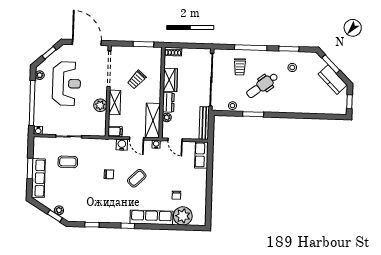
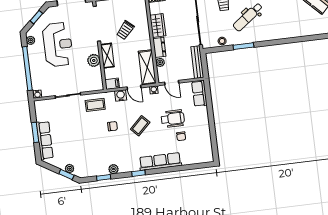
coffee table: (68, 162) -> (95, 105), moved
wheelchair: (171, 176) -> (173, 119), added
plant: (183, 216) -> (113, 169), moved, width x0.53, depth x0.53

